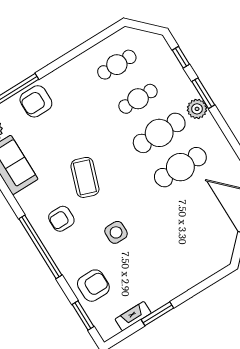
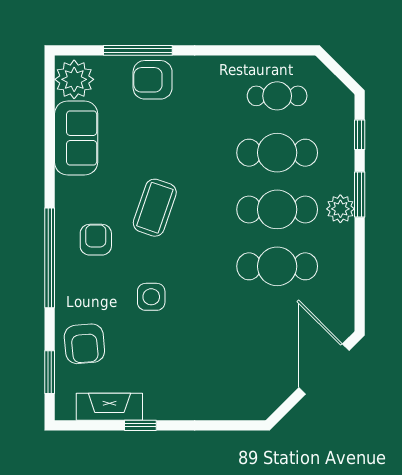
cafe table: (138, 99) -> (277, 153), width x1.37, depth x1.35
armchair: (61, 219) -> (96, 240), turned 90
armchair: (93, 286) -> (84, 344), turned 85
window: (157, 314) -> (140, 425), width x0.67
fireplace: (133, 316) -> (109, 407), width x1.37, depth x1.32

